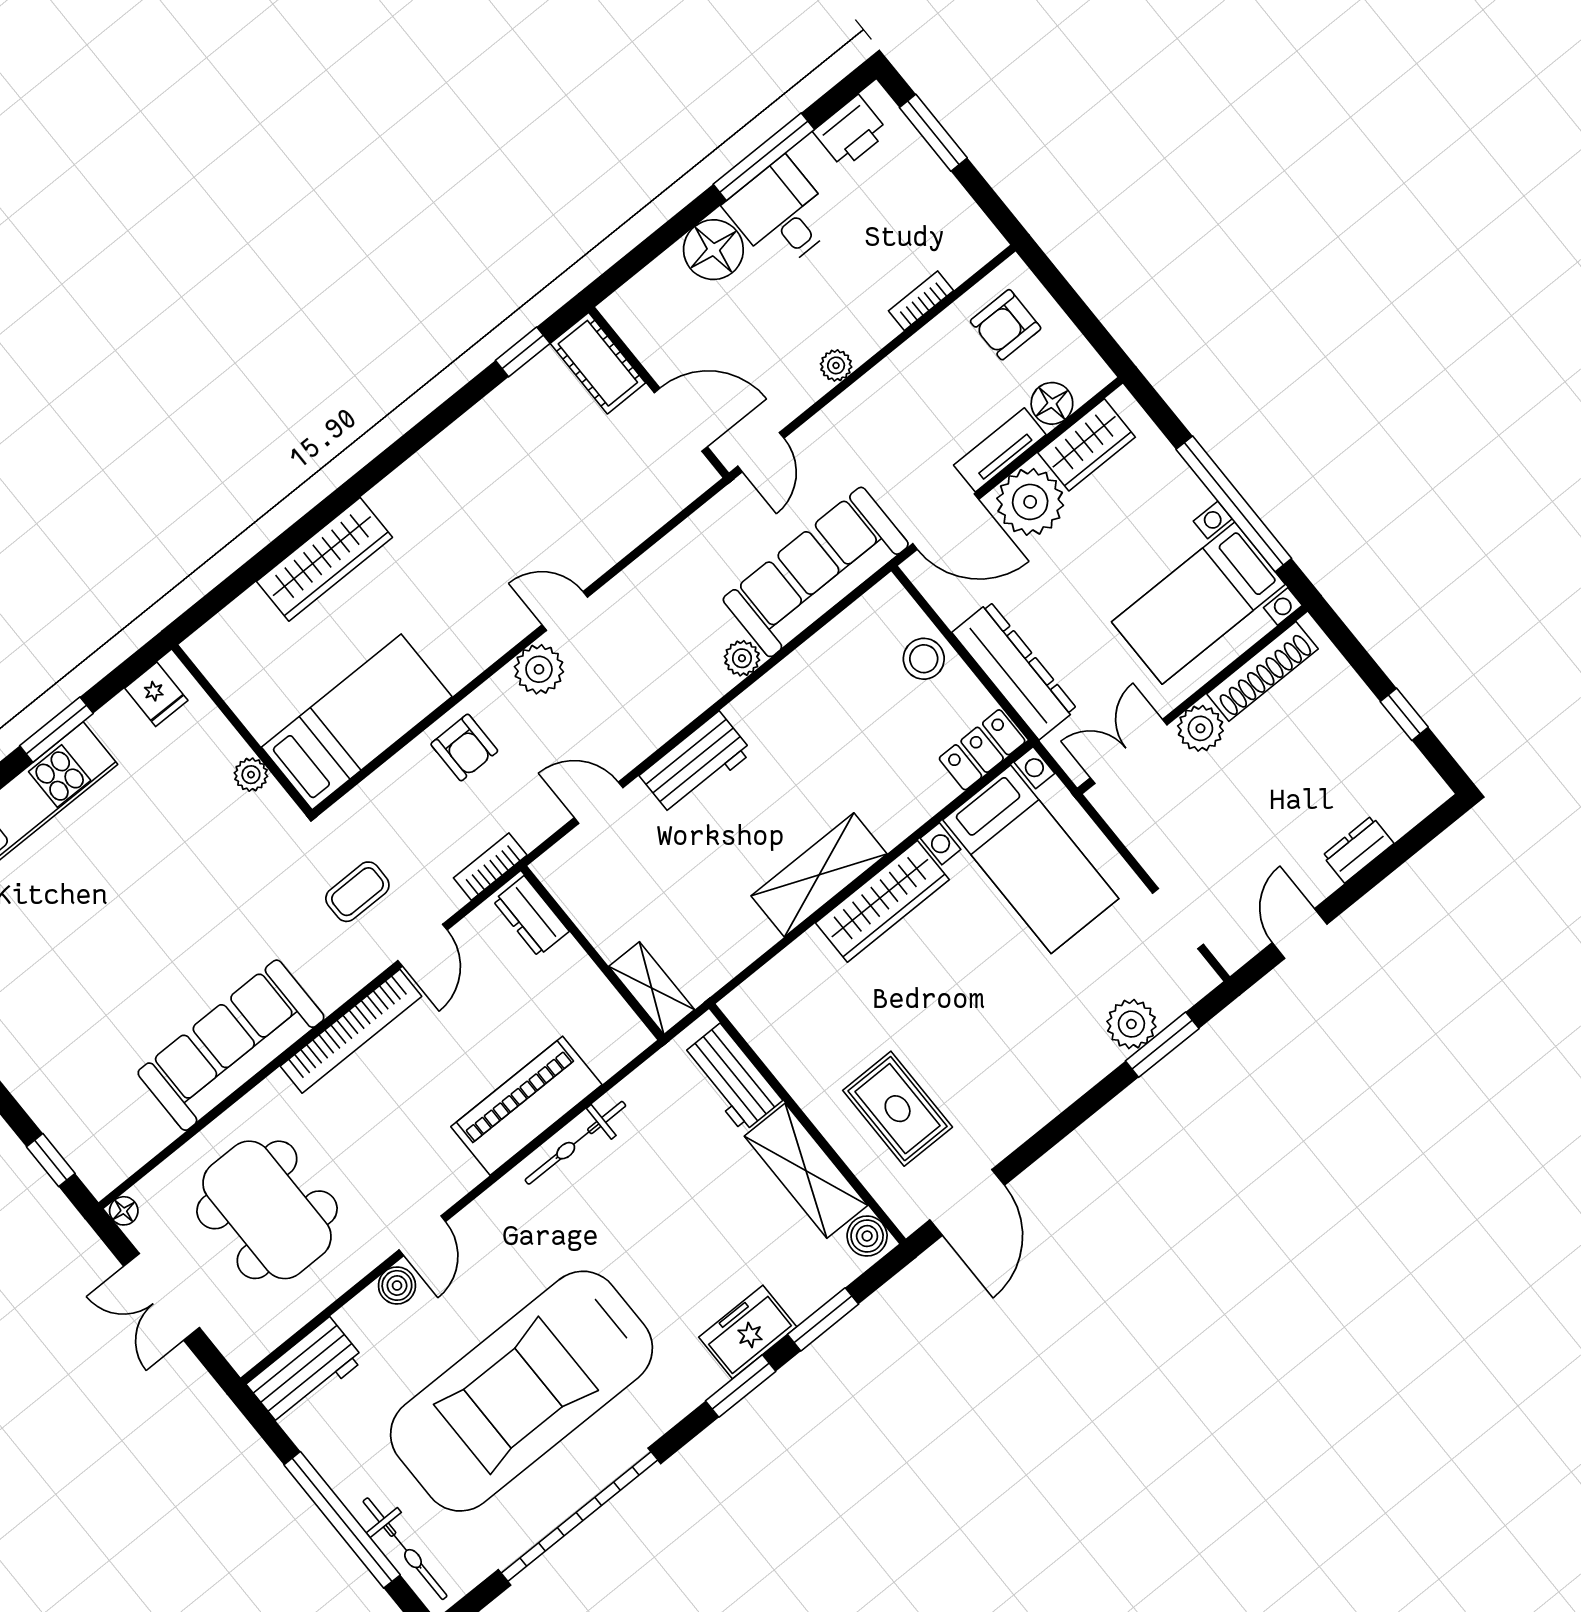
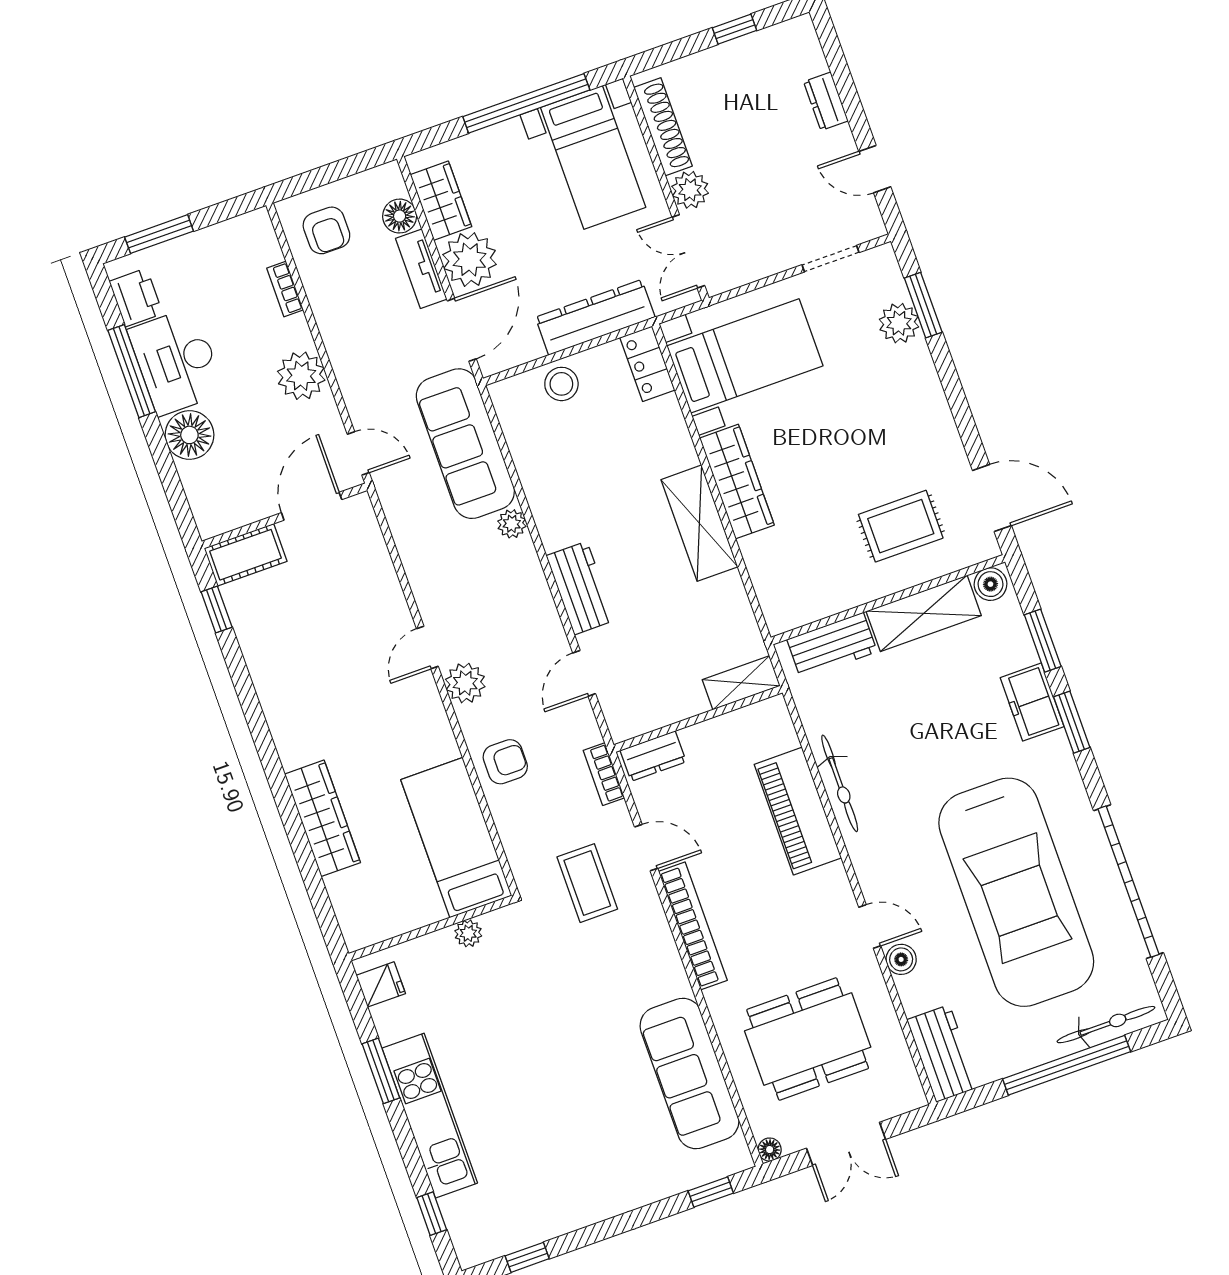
desk: (781, 214) -> (176, 361), width x1.37
plant: (836, 365) -> (301, 376), width x1.87, depth x1.87
coffee table: (357, 892) -> (587, 883), width x1.36, depth x1.30
sofa: (231, 1045) -> (689, 1074), moved

